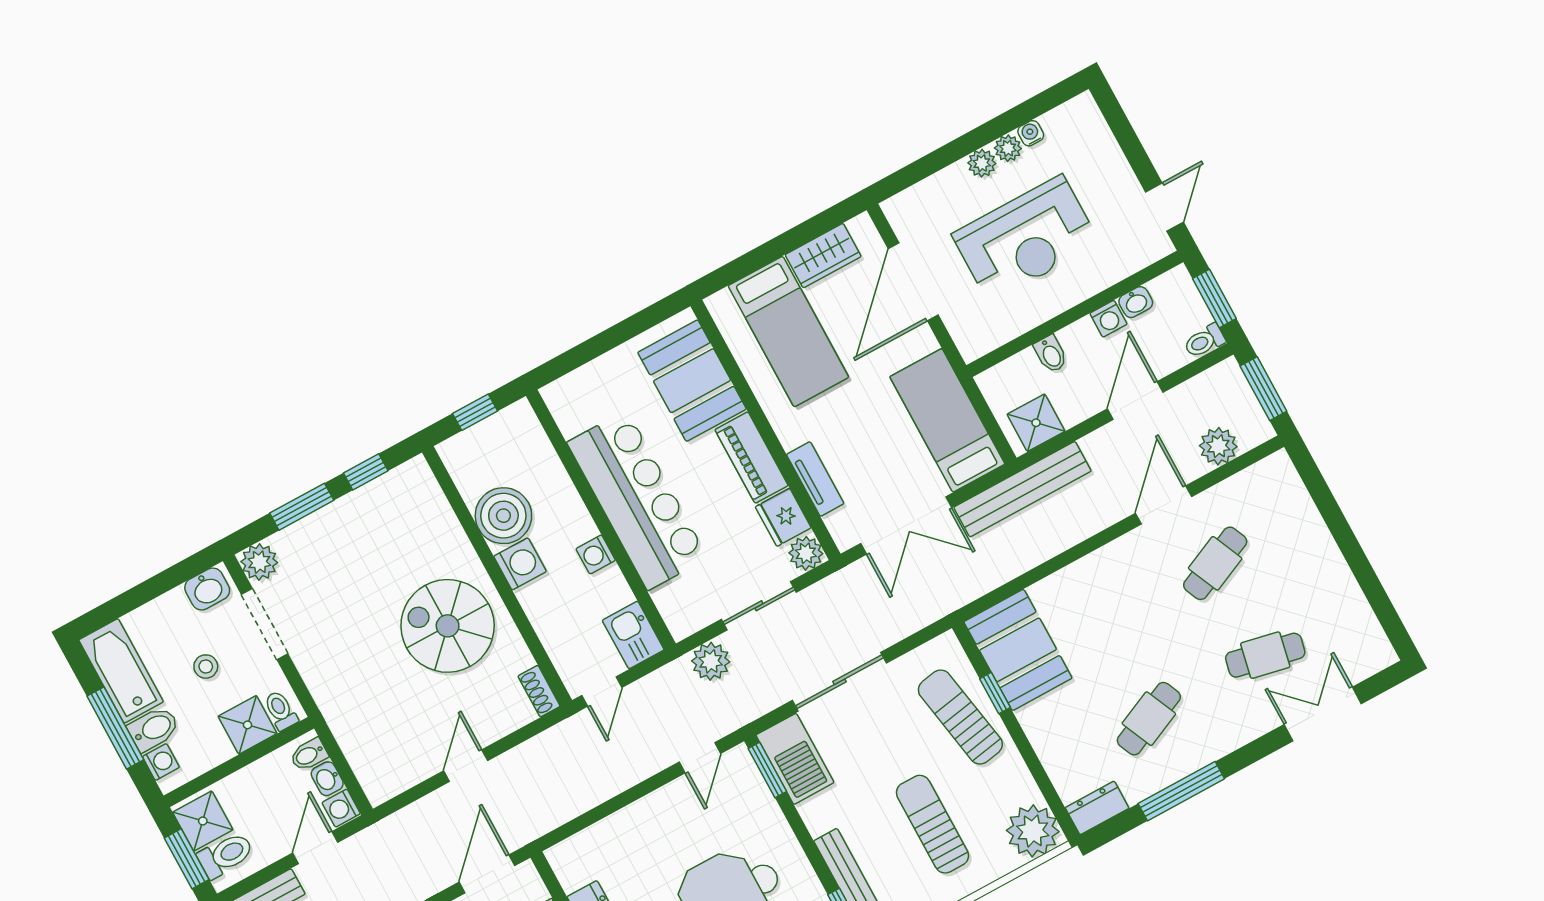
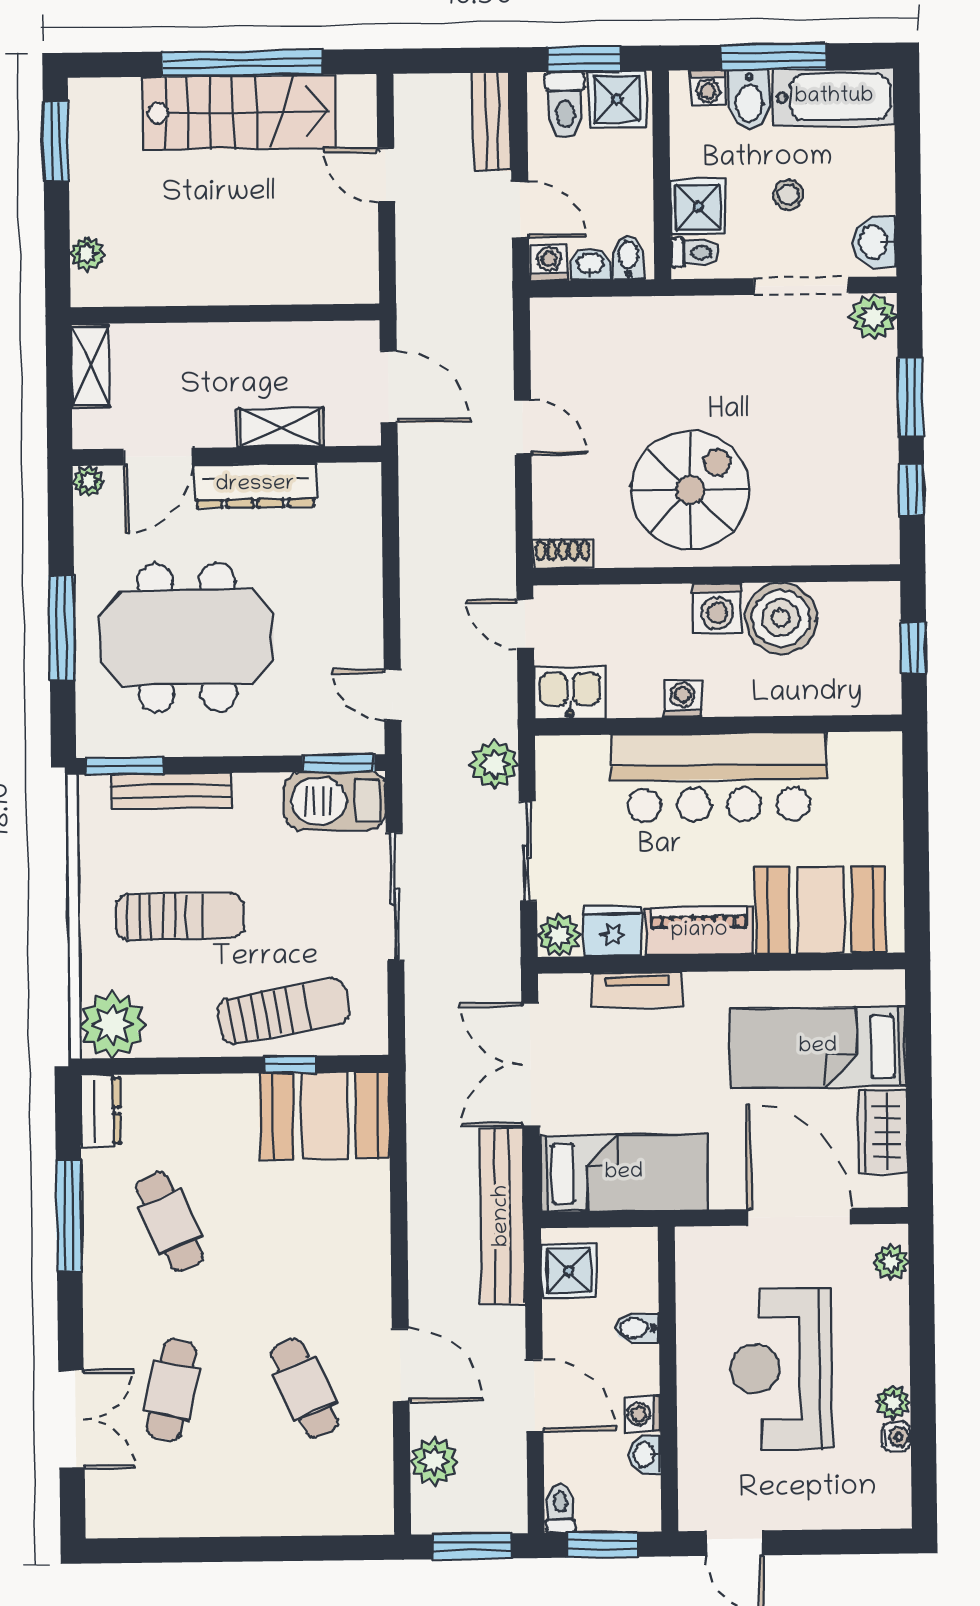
plant: (982, 163) -> (891, 1262), moved

